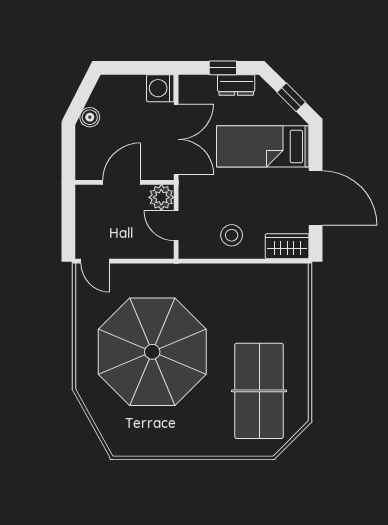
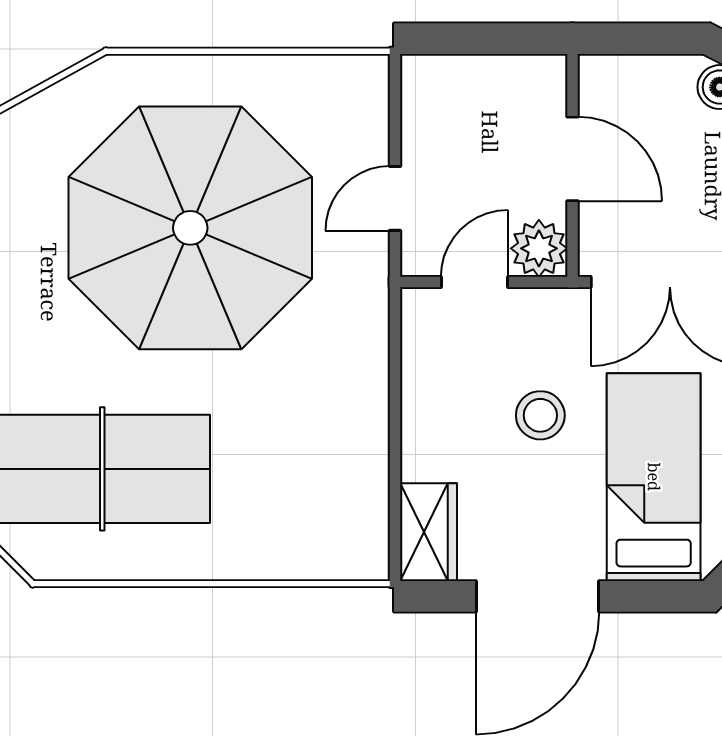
stool: (232, 235) -> (540, 415), moved
door: (95, 261) -> (395, 198), moved

